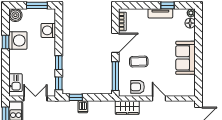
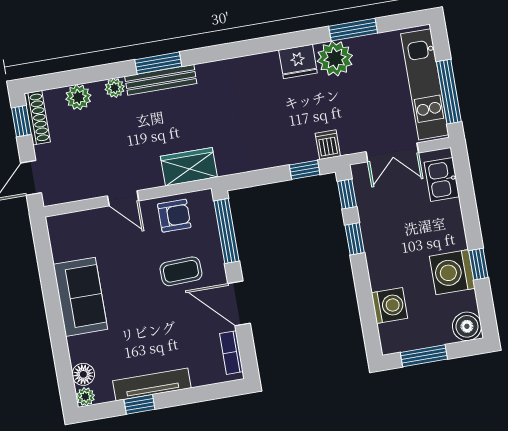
tv unit: (160, 13) -> (152, 384), width x1.41
door: (115, 43) -> (239, 303), hinge flipped
dishwasher: (83, 107) -> (328, 145), moved

